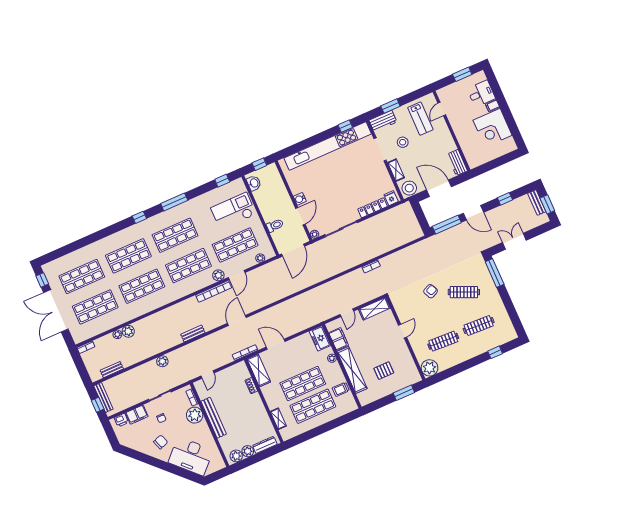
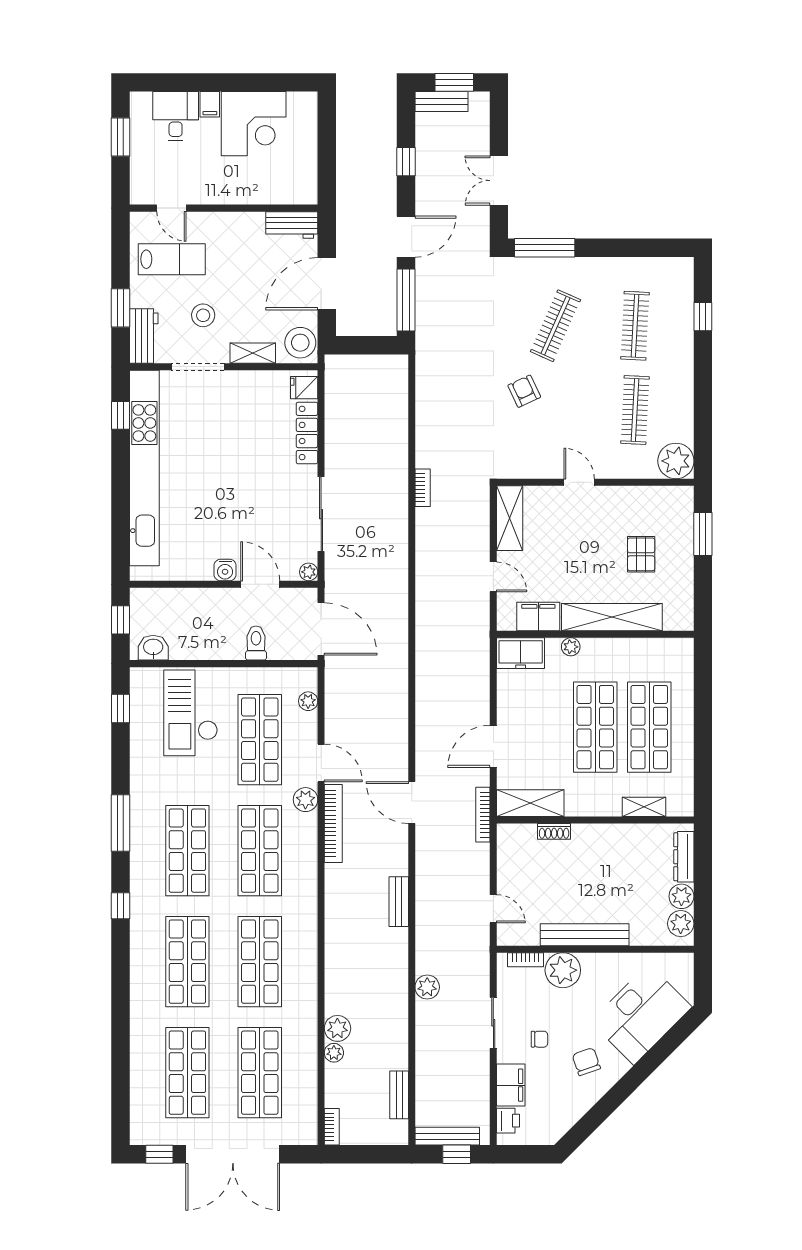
trolley: (341, 389) -> (640, 656), removed

